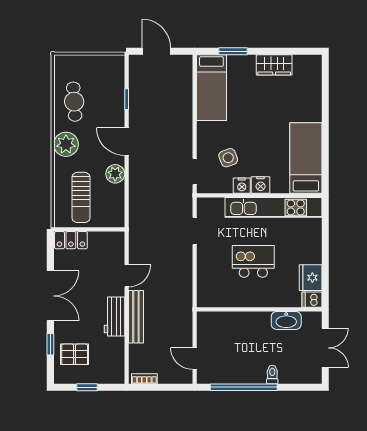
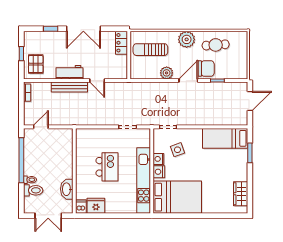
wardrobe: (274, 65) -> (241, 194), moved
chair: (109, 115) -> (206, 69), added
bed: (306, 158) -> (177, 197), width x1.50
pallet: (75, 354) -> (36, 64), moved
toilet: (288, 370) -> (33, 190), added

